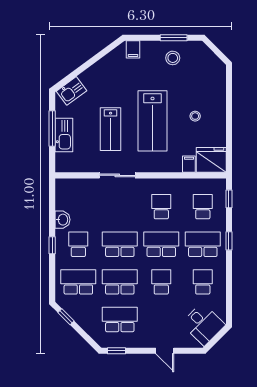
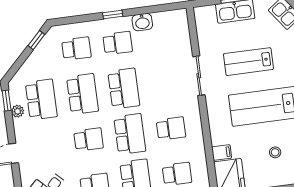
school desk: (78, 282) -> (76, 49), width x0.54
plant: (127, 342) -> (18, 111), added

